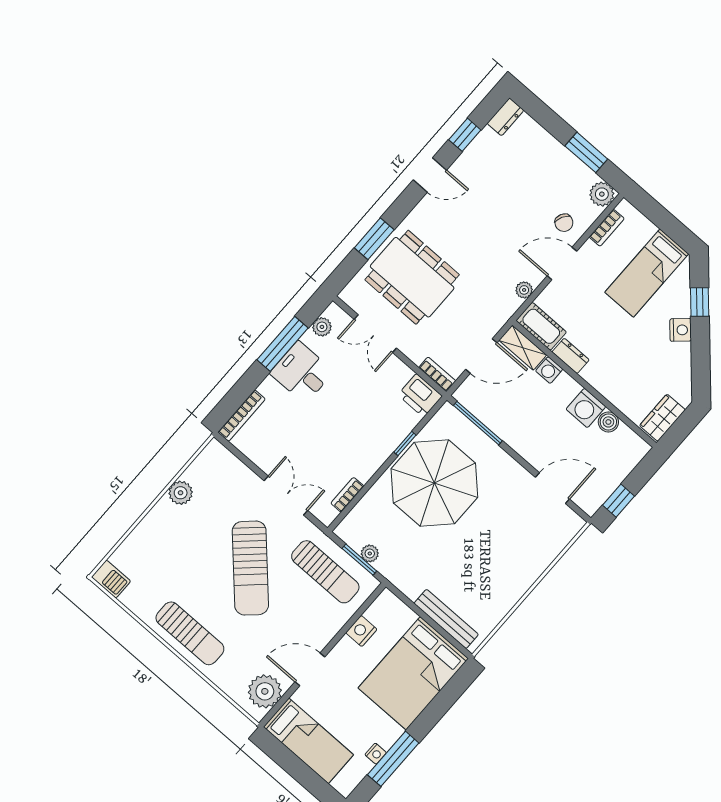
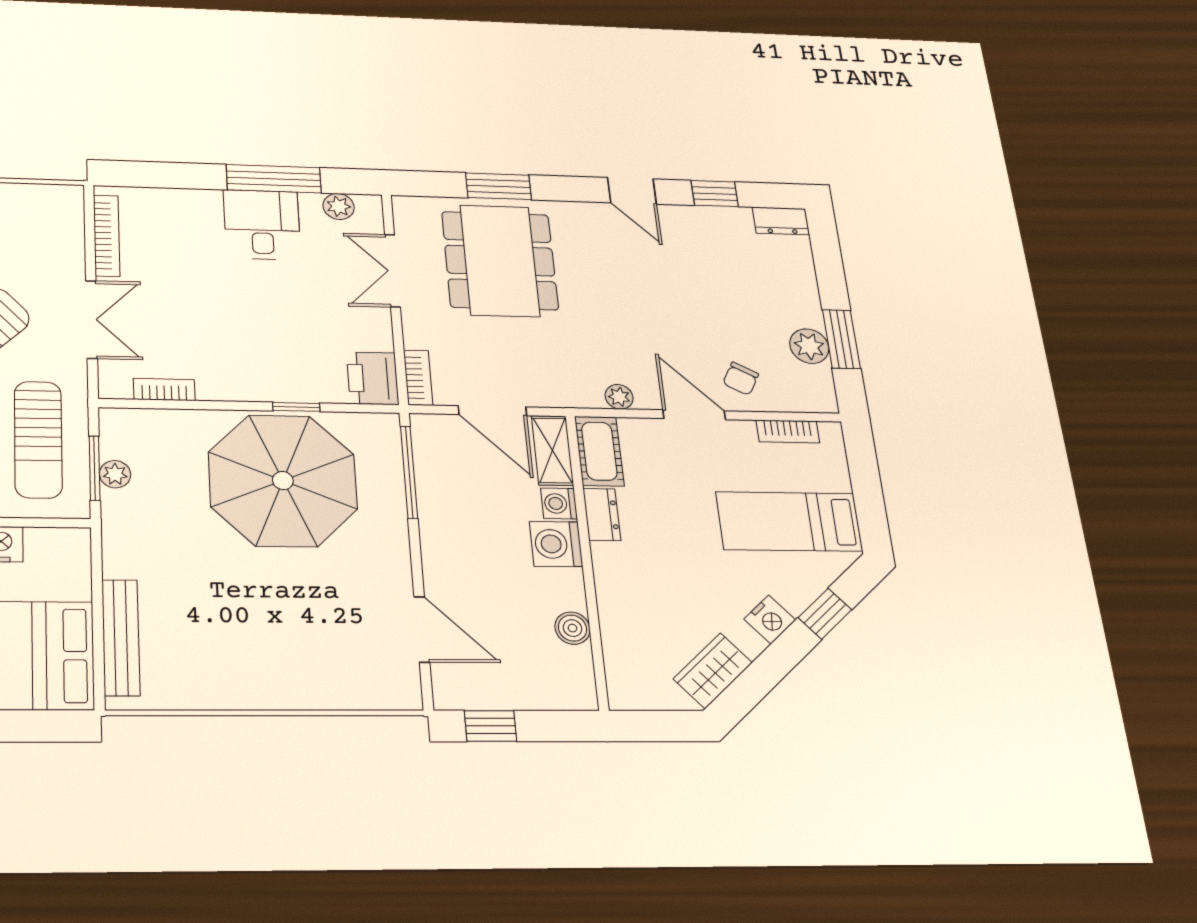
plant: (602, 194) -> (809, 346), moved
washing machine: (586, 408) -> (556, 544), moved
bookcase: (242, 416) -> (107, 236), moved, turned -90
wardrobe: (662, 418) -> (713, 671), moved, turned -42

